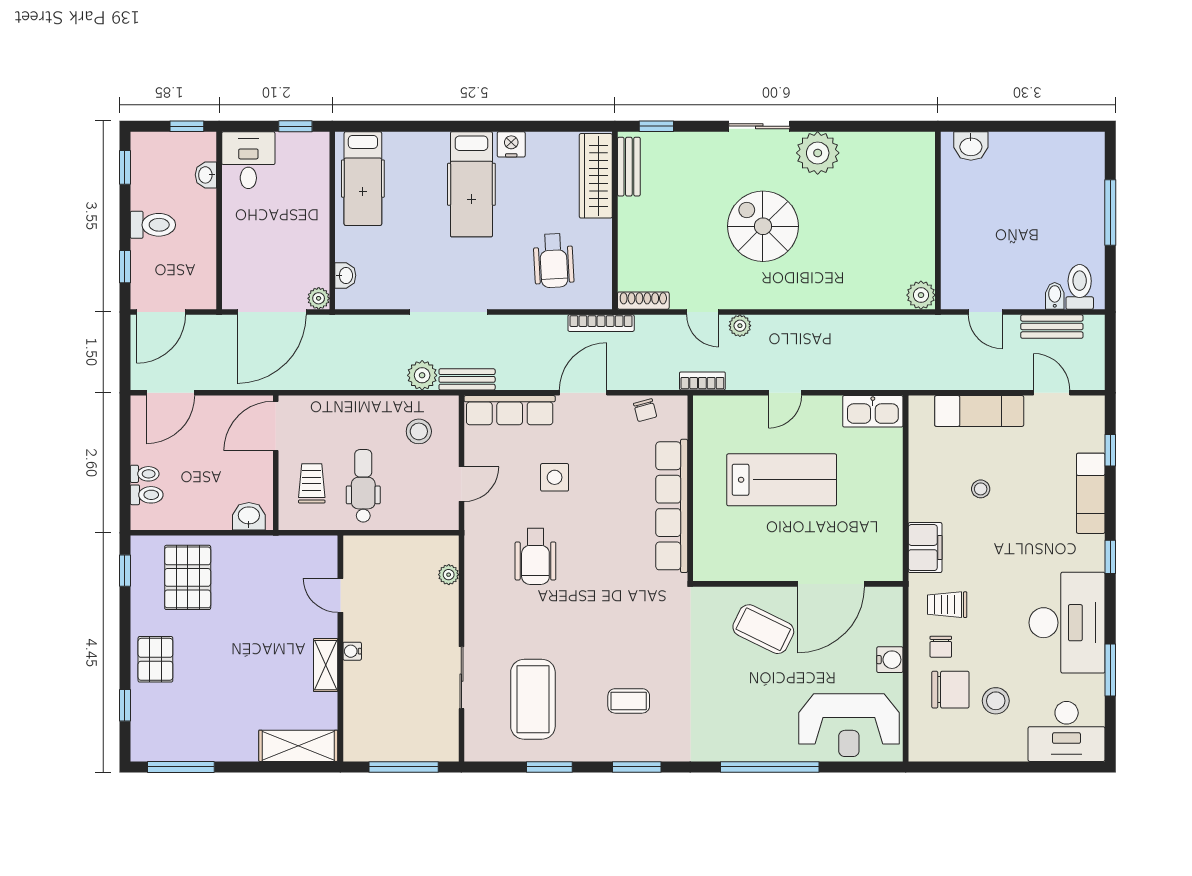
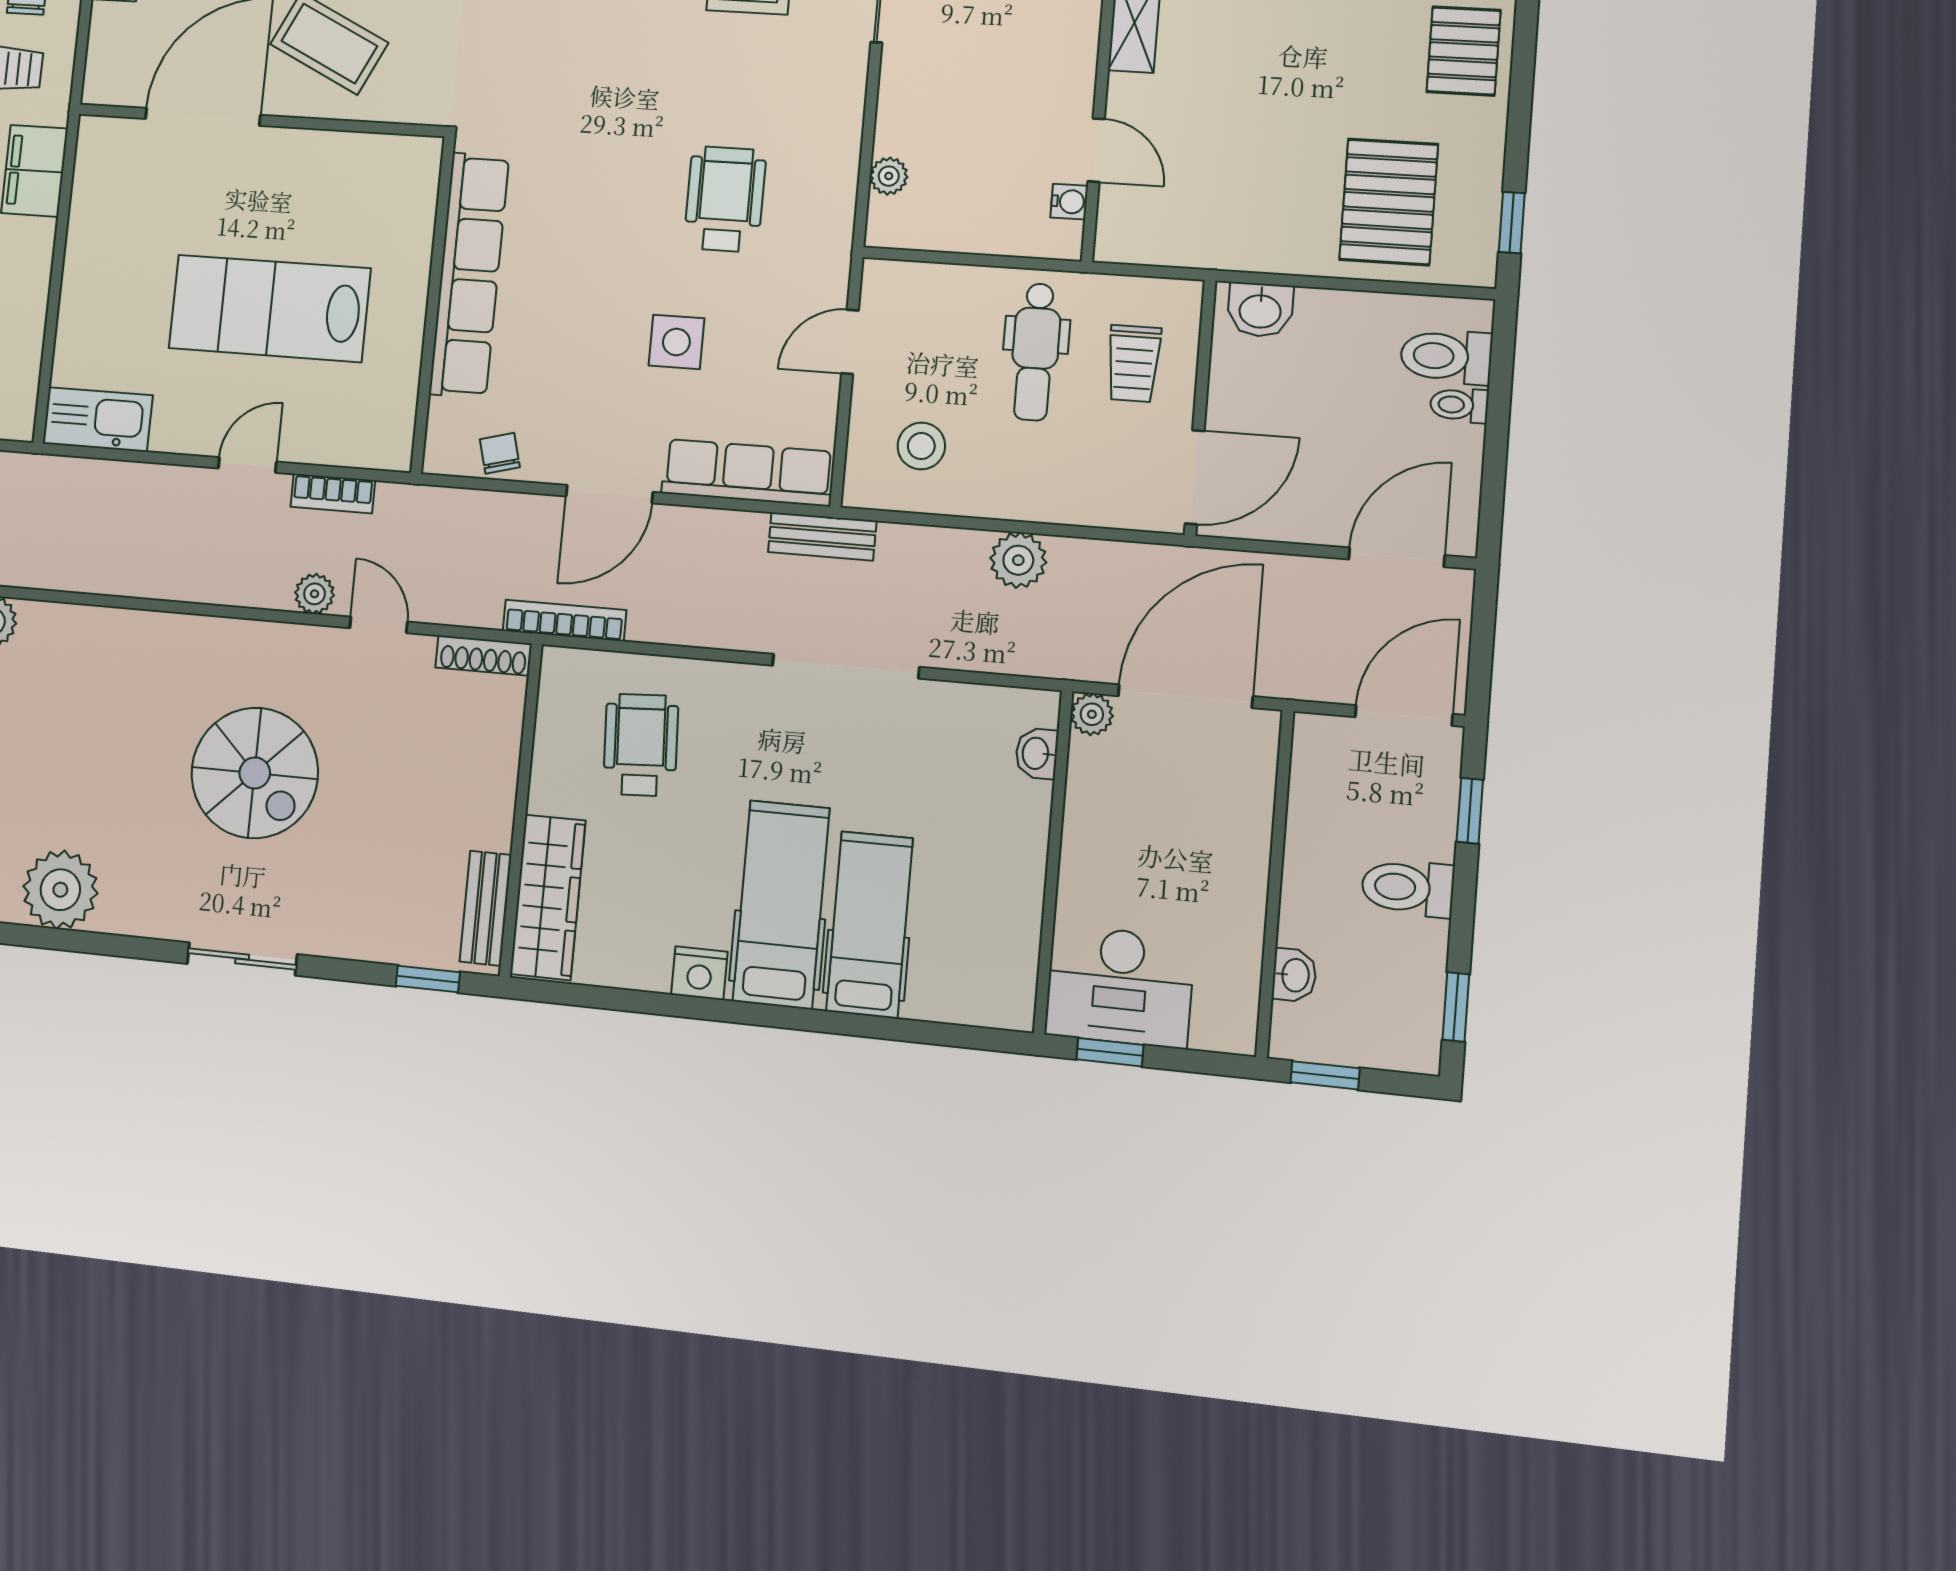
plant: (818, 153) -> (60, 890), moved
desk: (248, 160) -> (1120, 986), moved, width x1.37
hospital bed: (363, 179) -> (870, 925), moved
plant: (422, 375) -> (1018, 560), moved
bookcase: (702, 381) -> (333, 494), moved
toilet: (147, 495) -> (1446, 356), width x1.37, depth x1.39
water cooler: (352, 651) -> (1069, 202), moved

